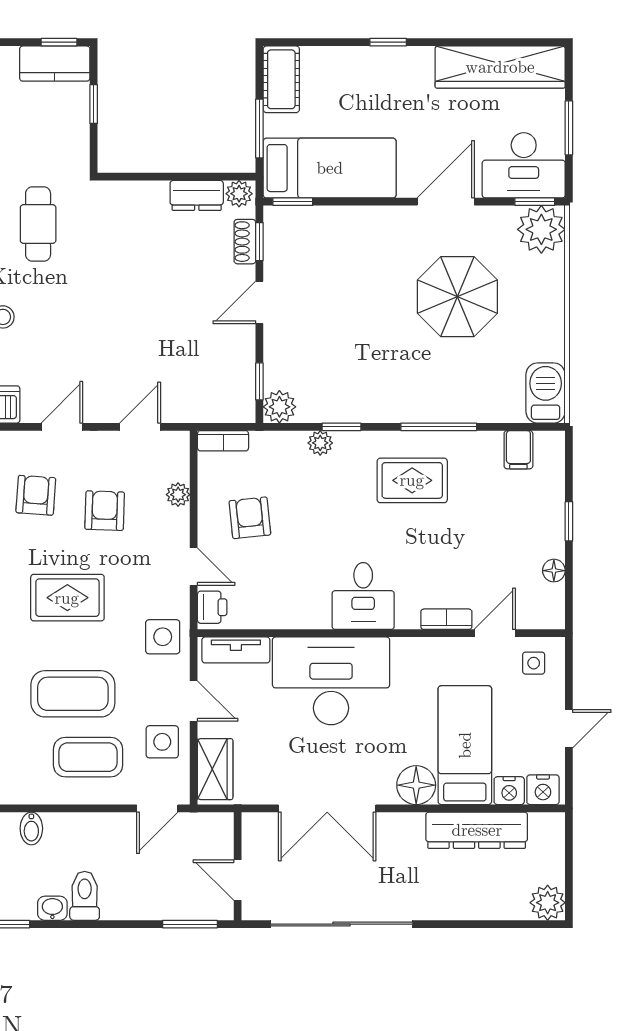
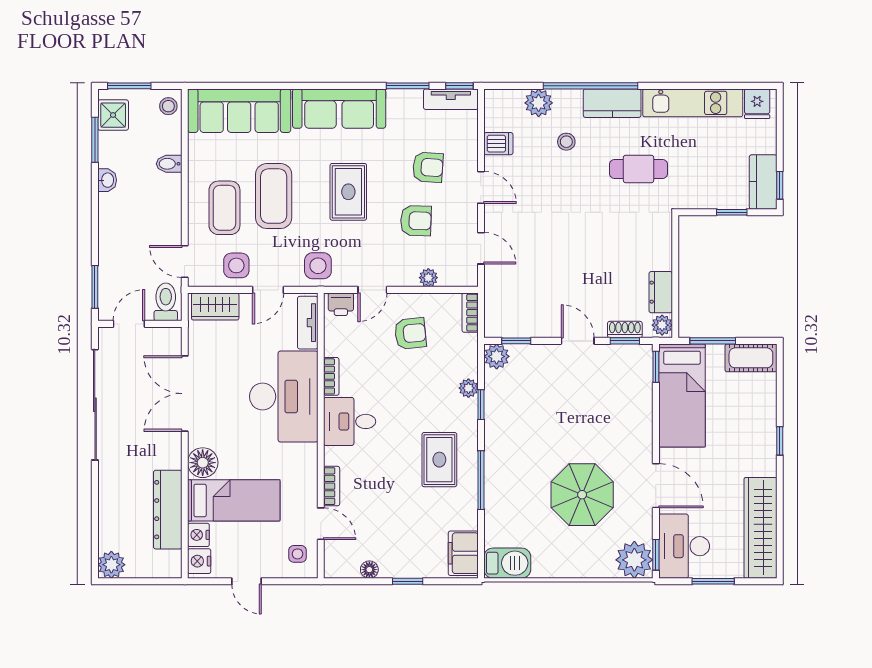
filing cabinet: (518, 450) -> (463, 553), width x2.00
bookcase: (305, 620) -> (331, 376), added
toilet: (85, 896) -> (166, 302), moved, turned -90

